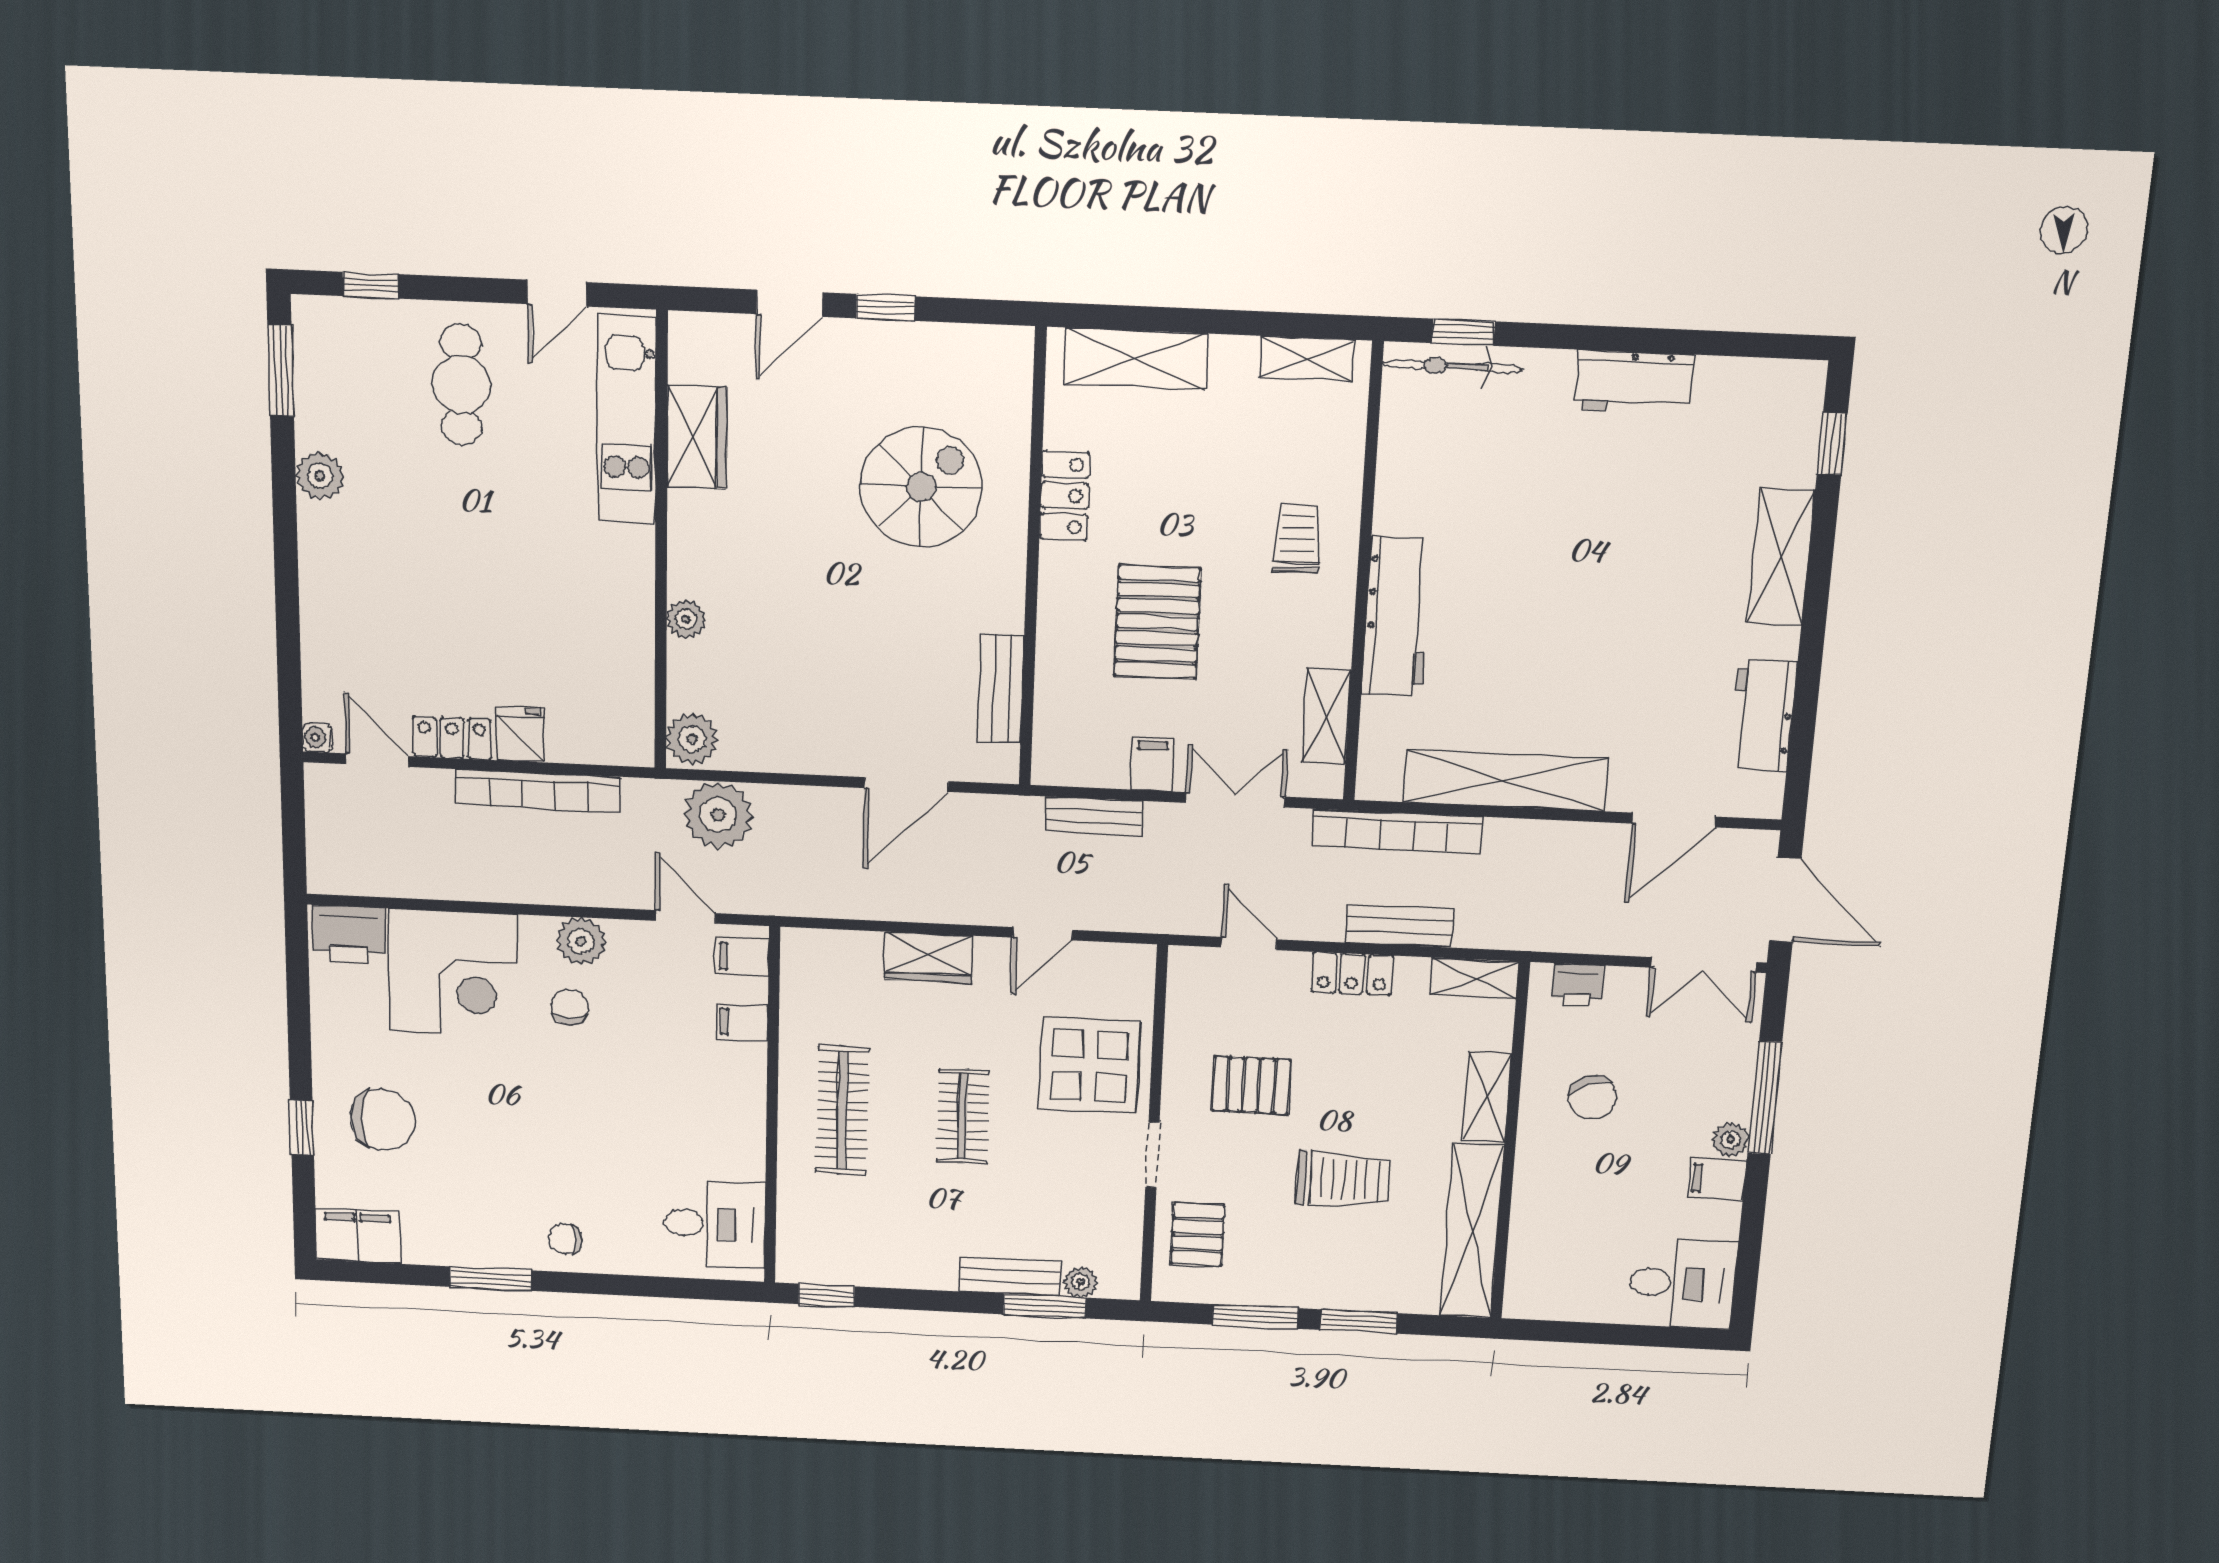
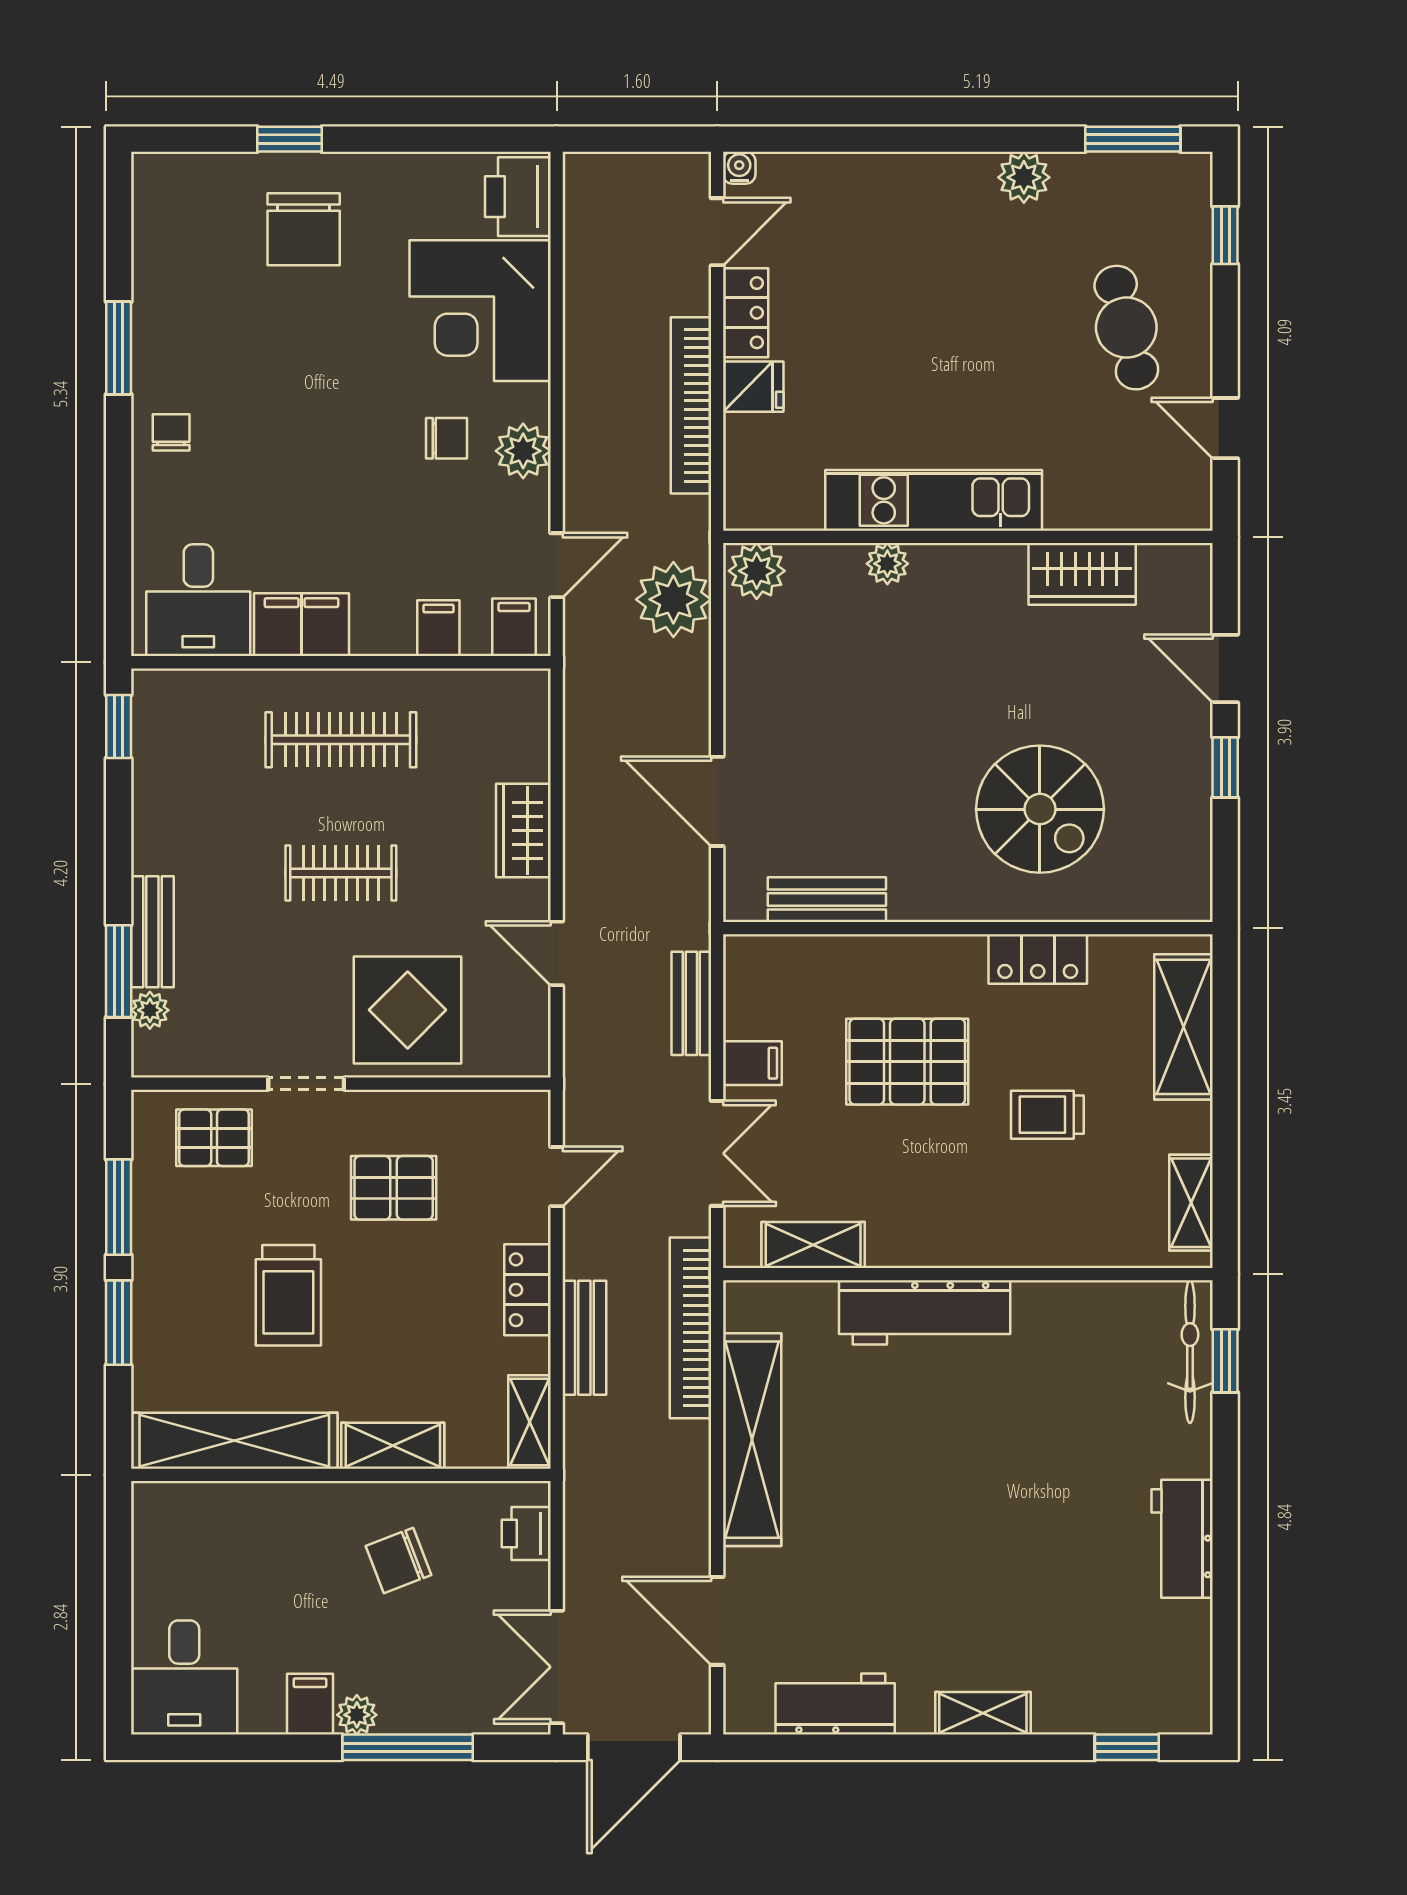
cafe table: (461, 385) -> (1126, 328), turned 76
kitchen unit: (627, 420) -> (934, 500), moved
trolley: (1297, 539) -> (1047, 1115), moved, turned 180
shelving: (1781, 557) -> (983, 1713), width x0.67, depth x0.75
pallet: (1251, 1085) -> (394, 1188), turned 90
filing cabinet: (358, 1236) -> (302, 625), moved, turned -90

